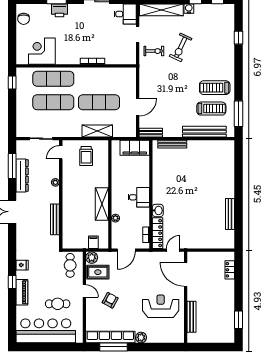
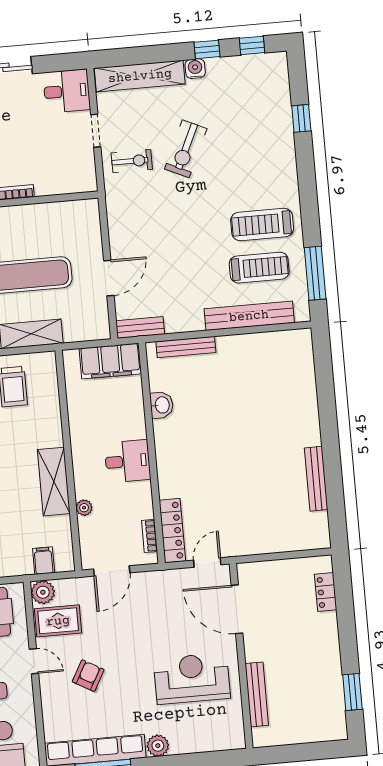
washbasin: (158, 210) -> (162, 405), moved

